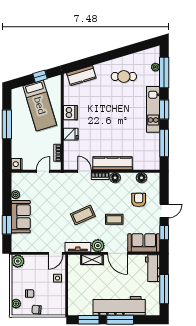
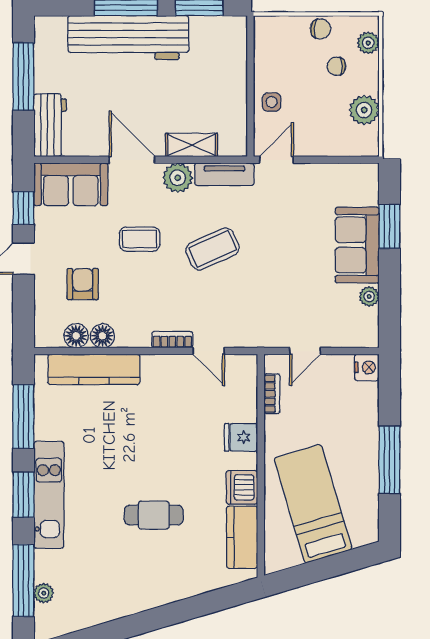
window: (40, 76) -> (312, 572), removed
kitchen counter: (81, 76) -> (242, 537), moved, turned -73
cafe table: (124, 76) -> (154, 515), moved
kitchen counter: (112, 163) -> (94, 369), moved
floor lamp: (115, 178) -> (102, 336), moved
armchair: (139, 200) -> (83, 284), turned 180
plant: (18, 261) -> (364, 110), moved

